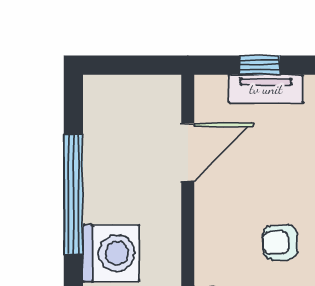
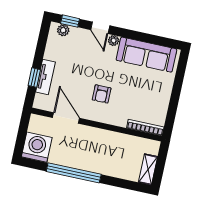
armchair: (280, 243) -> (102, 94), moved
washing machine: (111, 253) -> (37, 147), moved

